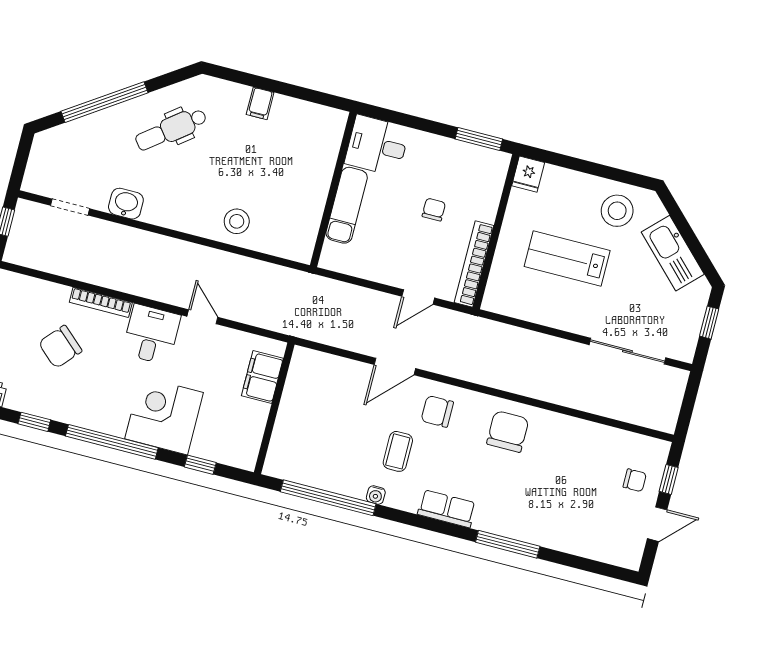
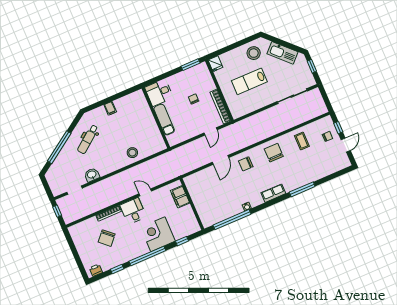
coffee table: (398, 451) -> (302, 141), moved

